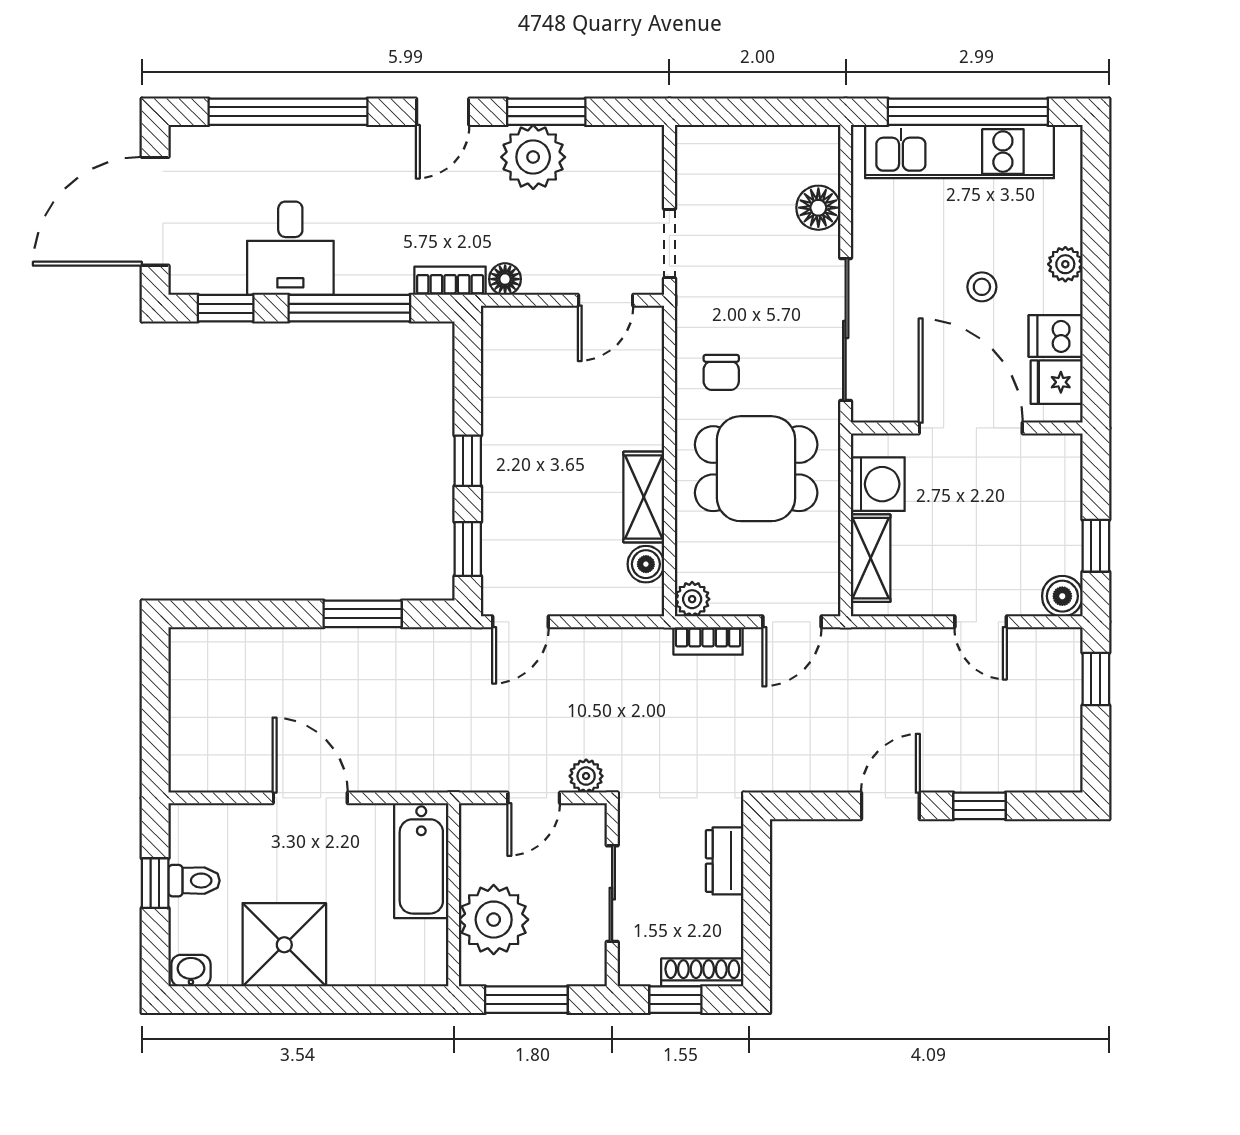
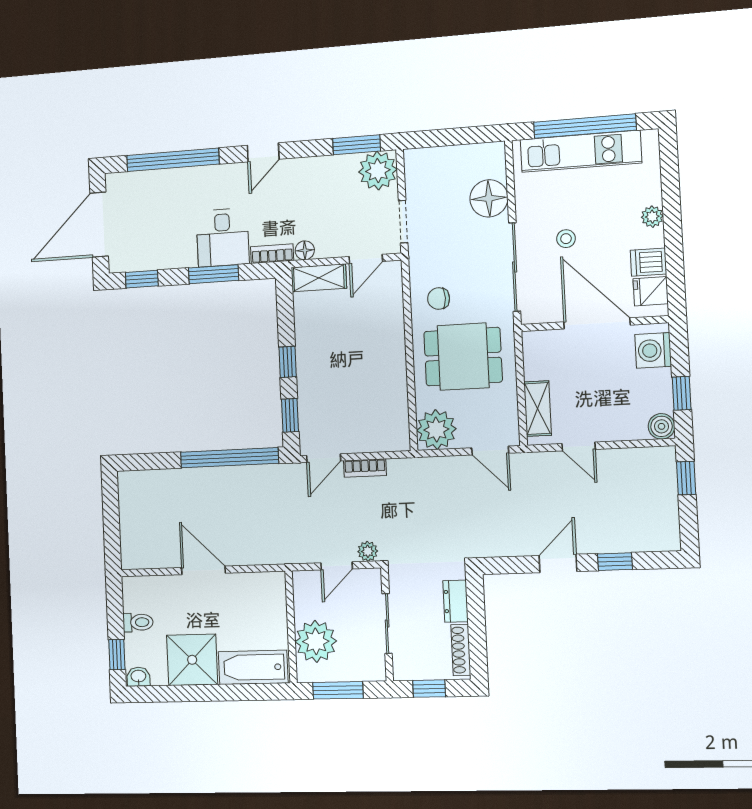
window: (546, 112) -> (357, 145), moved
plant: (533, 157) -> (378, 171), moved
floor lamp: (818, 208) -> (489, 198), width x1.38, depth x1.38
desk: (290, 248) -> (223, 238), moved
stool: (982, 287) -> (566, 239), moved
window: (349, 308) -> (214, 274), width x0.69
chair: (721, 372) -> (439, 299), turned 90
washing machine: (878, 484) -> (653, 350), moved, turned 180
shelving: (644, 497) -> (319, 278), moved, turned 90
boiler: (646, 564) -> (398, 419), removed
plant: (692, 599) -> (436, 430), width x1.87, depth x1.87
window: (363, 614) -> (229, 458), width x2.11
door: (792, 622) -> (490, 451), hinge flipped
door: (981, 622) -> (579, 446), moved
bookcase: (708, 641) -> (365, 468), moved
bathtub: (421, 861) -> (253, 667), moved, turned 90
window: (155, 883) -> (117, 655), moved
shoe rack: (702, 972) -> (461, 650), moved, turned -90

